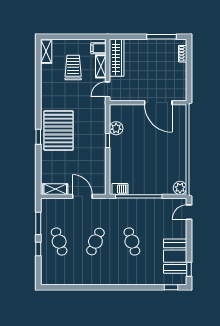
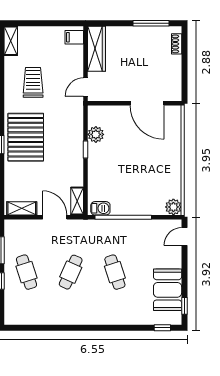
shelving: (101, 66) -> (77, 201), moved
trolley: (73, 67) -> (33, 82), moved

